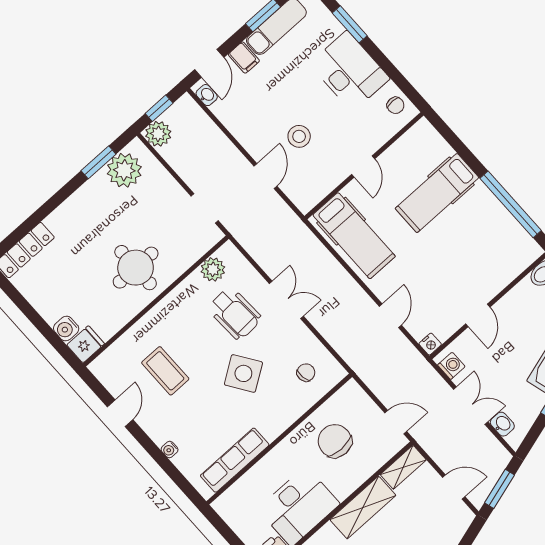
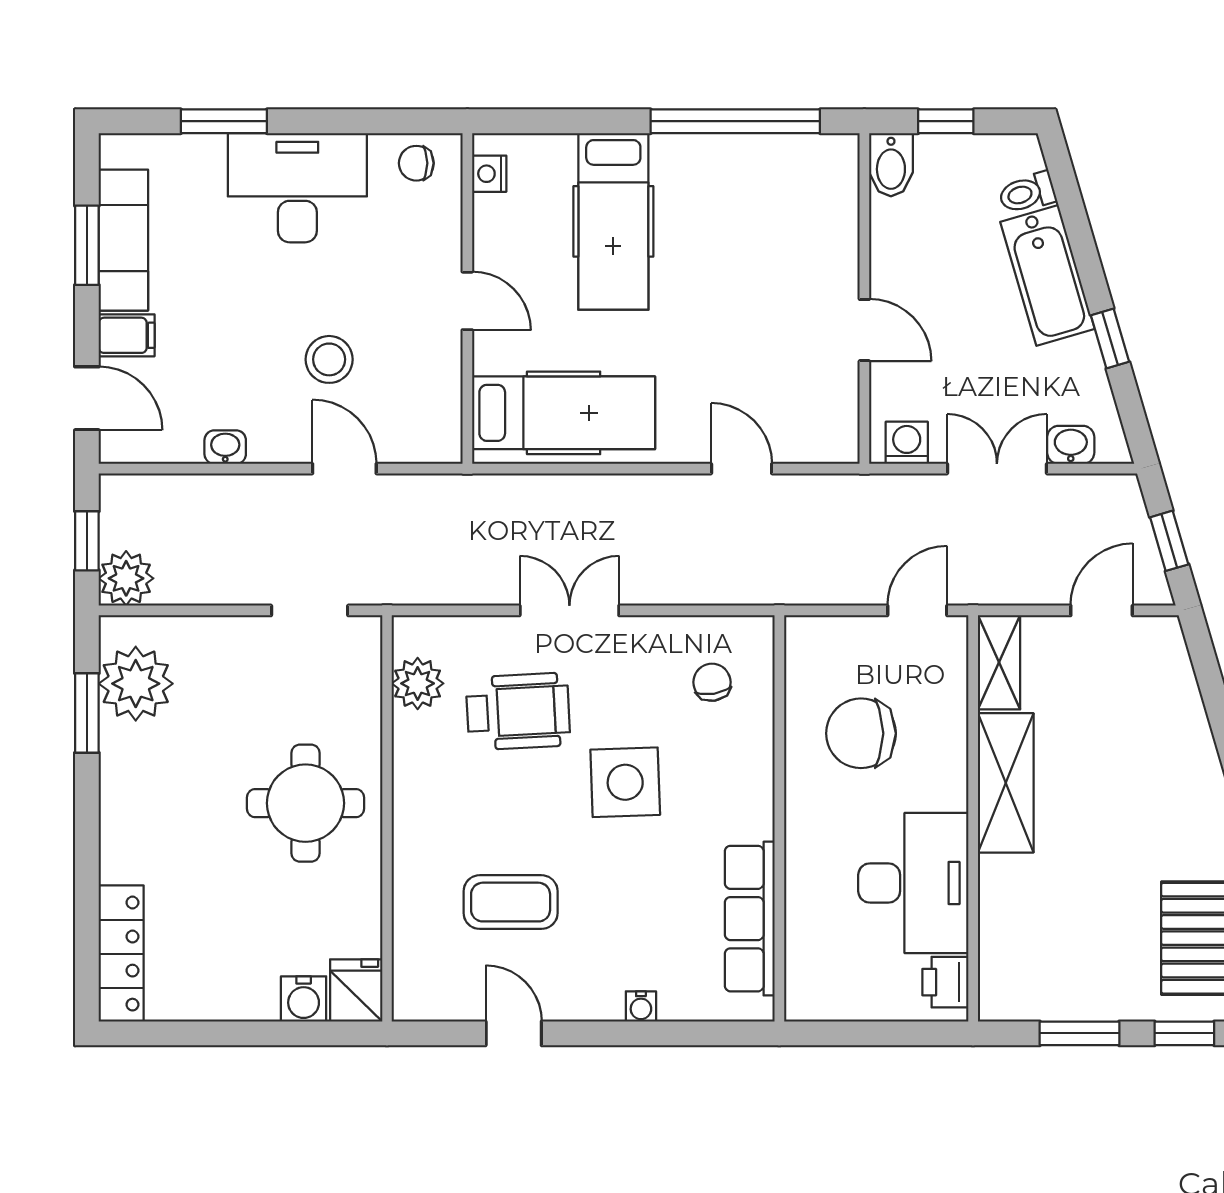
washbasin: (207, 95) -> (225, 447), moved
chair: (396, 105) -> (416, 163), turned 180
nightstand: (430, 344) -> (489, 174), moved, turned 180
side table: (243, 373) -> (625, 782), turned 32
window: (499, 489) -> (1169, 541), width x0.67

